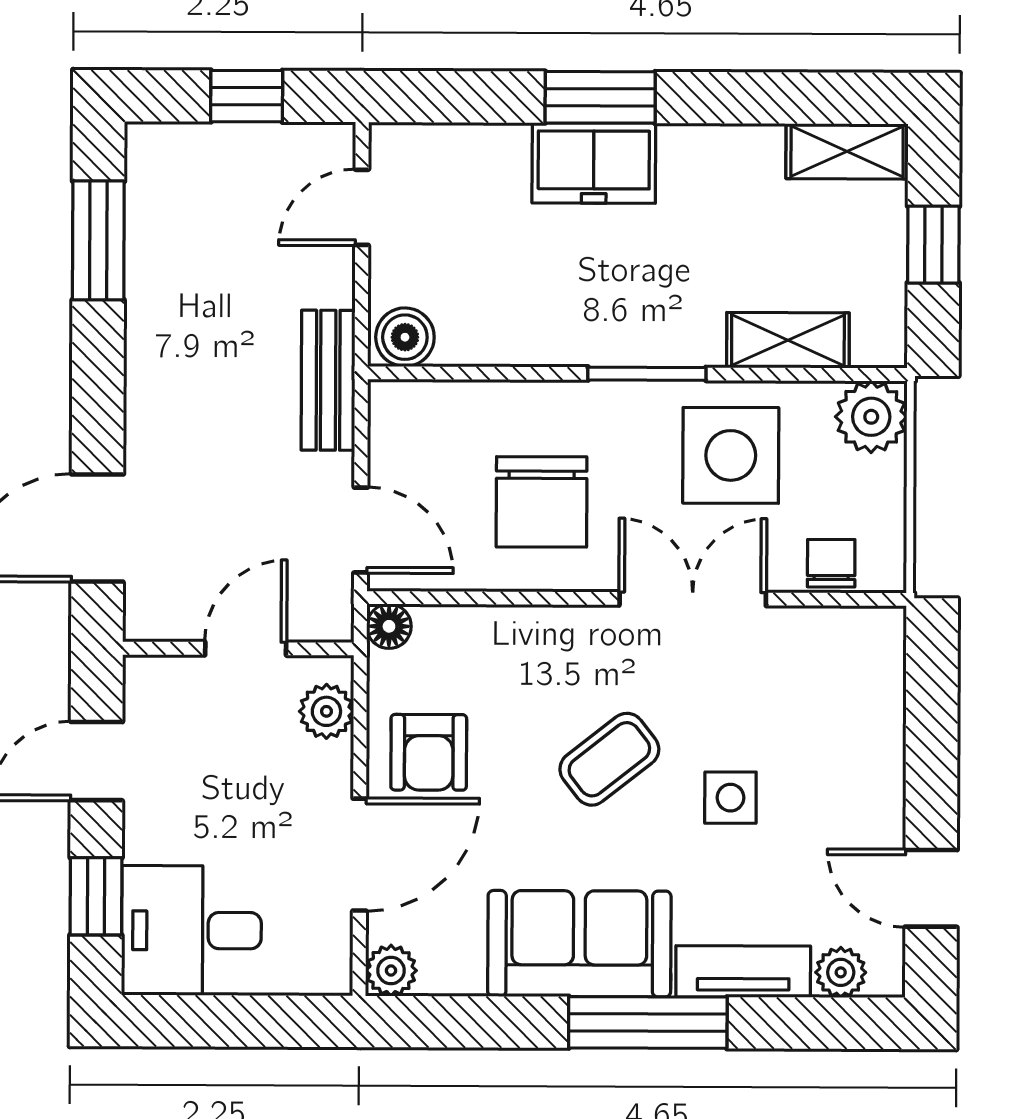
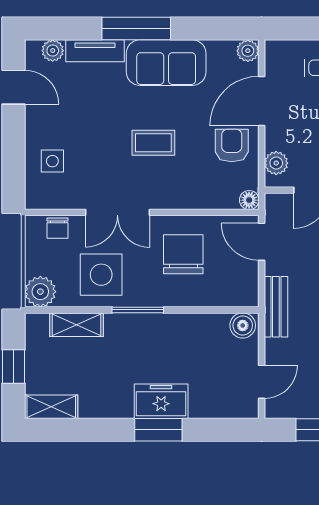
coffee table: (609, 759) -> (153, 143), turned 38
side table: (730, 798) -> (52, 161), moved

